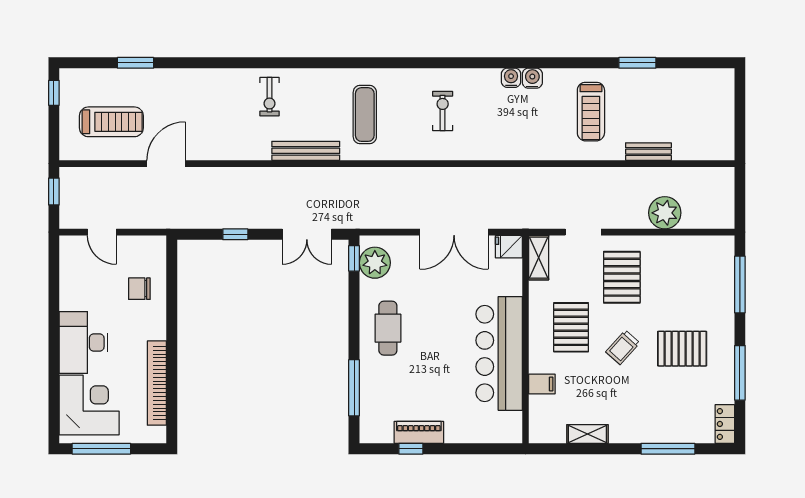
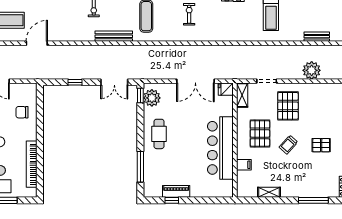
bench: (648, 152) -> (317, 37), moved
pallet: (682, 349) -> (321, 145), width x0.67, depth x0.71

